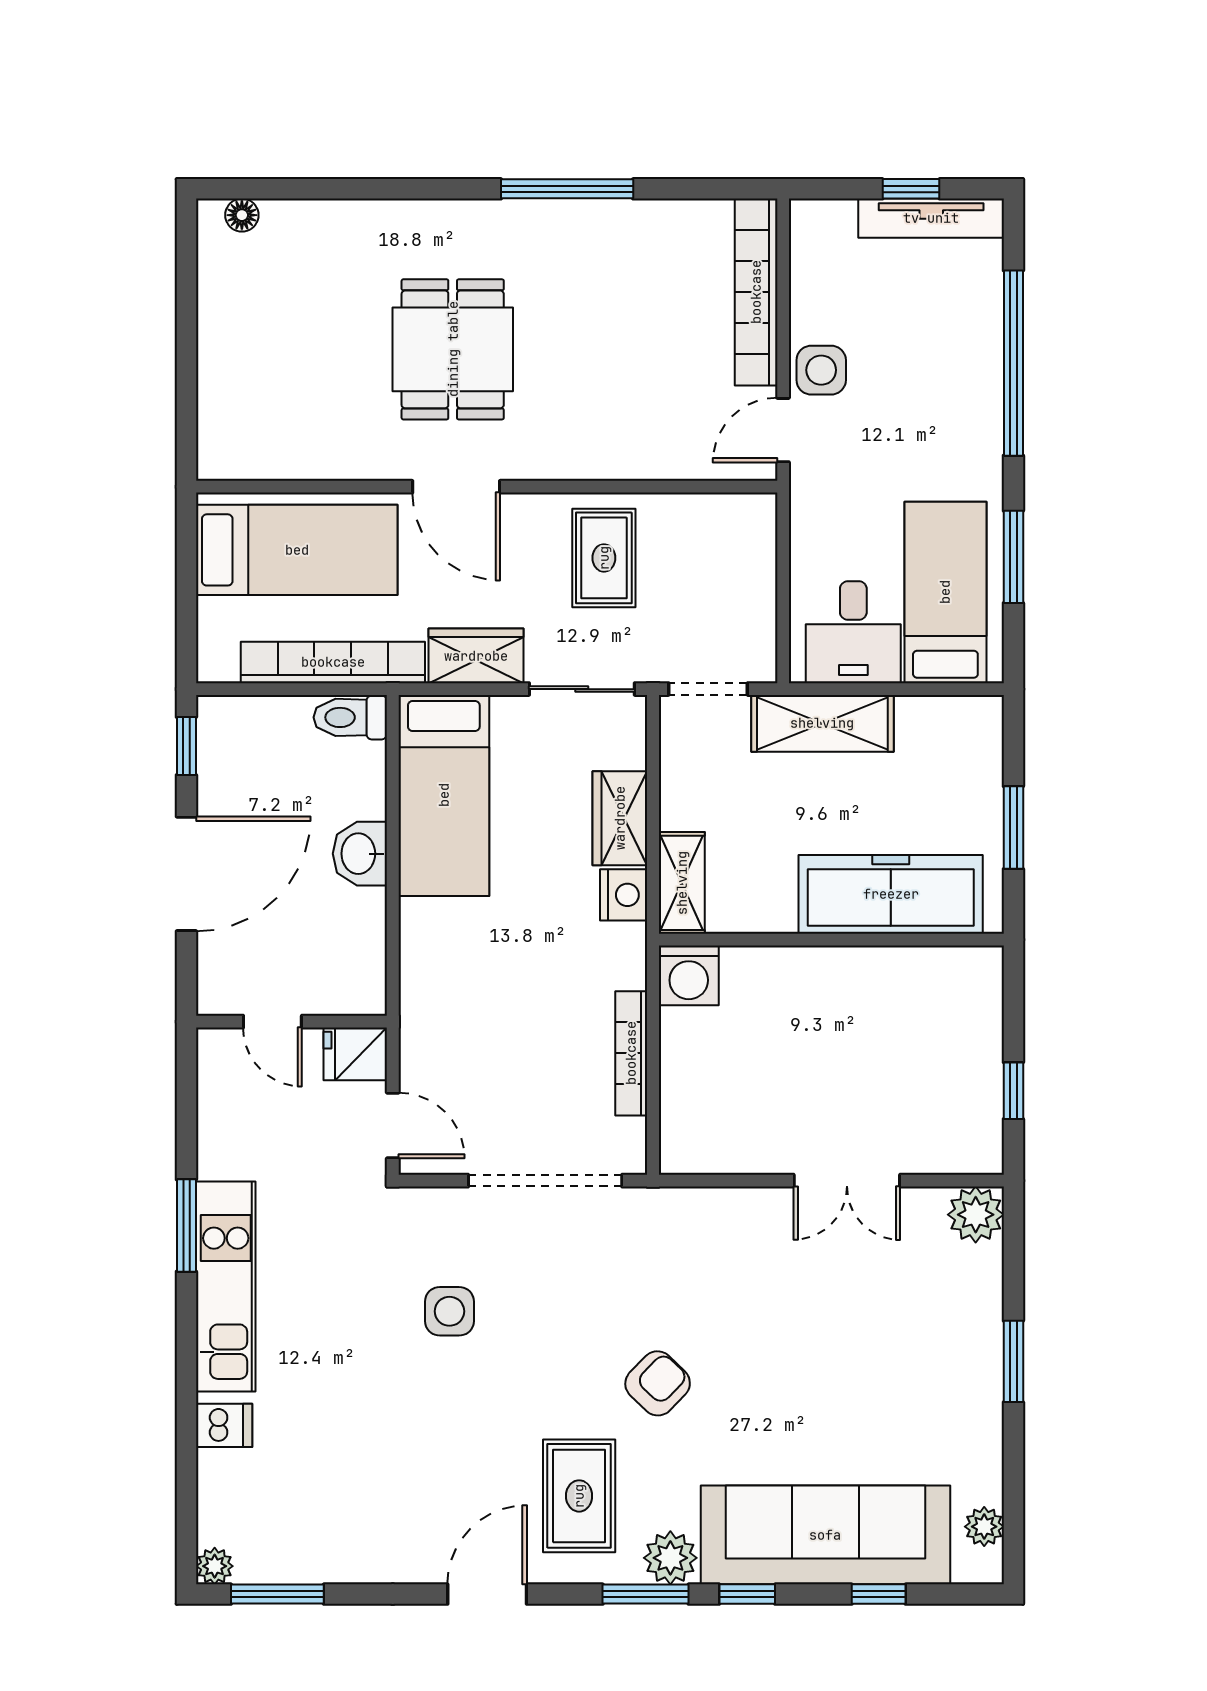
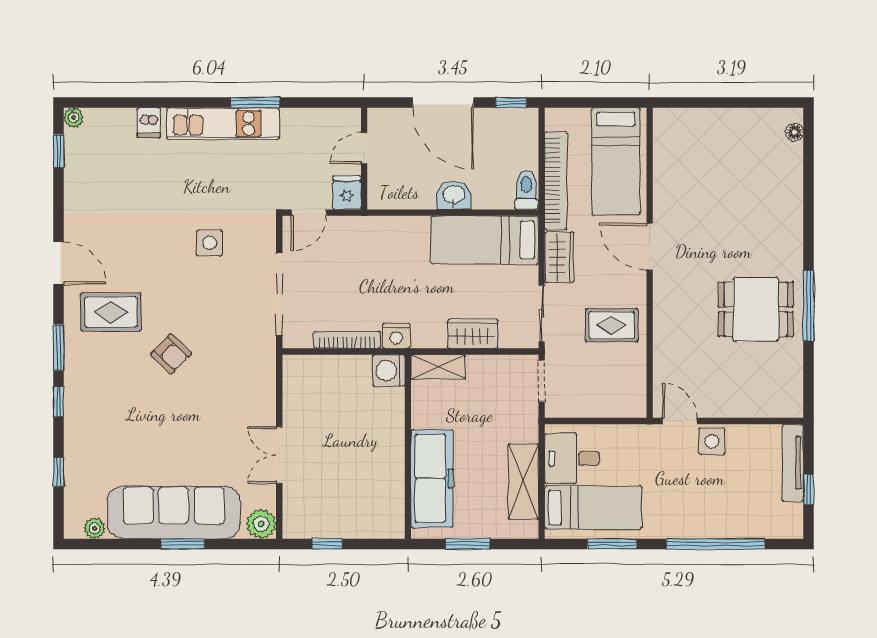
tv unit: (931, 218) -> (793, 463), moved
bookcase: (756, 292) -> (754, 407), removed
dining table: (453, 349) -> (756, 309), moved
door: (456, 487) -> (650, 246), hinge flipped
shelving: (822, 723) -> (523, 481), moved
nightstand: (624, 895) -> (396, 336), moved
sofa: (825, 1535) -> (174, 512), moved, turned -90
plant: (670, 1558) -> (78, 361), removed
window: (277, 1594) -> (59, 151), width x0.67

